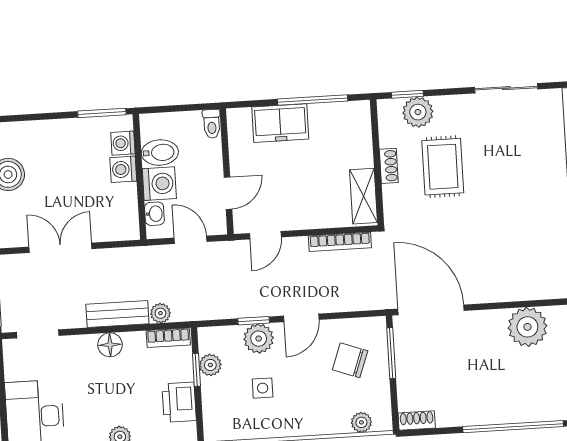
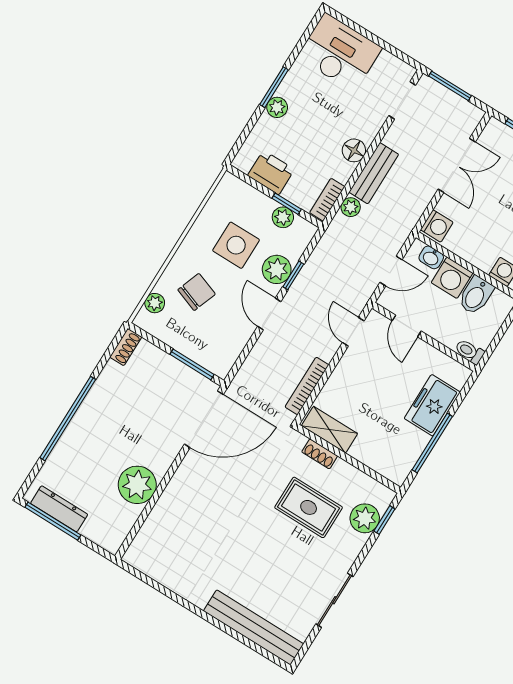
shoe rack: (389, 166) -> (320, 454), moved
washing machine: (123, 169) -> (437, 226), moved, turned 90
chair: (350, 360) -> (197, 292), moved
side table: (263, 388) -> (236, 245), width x1.87, depth x1.87

